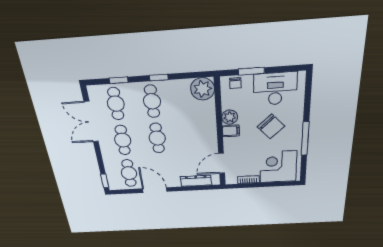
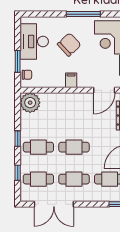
plant: (230, 117) -> (58, 81), removed
door: (222, 163) -> (104, 90), hinge flipped

